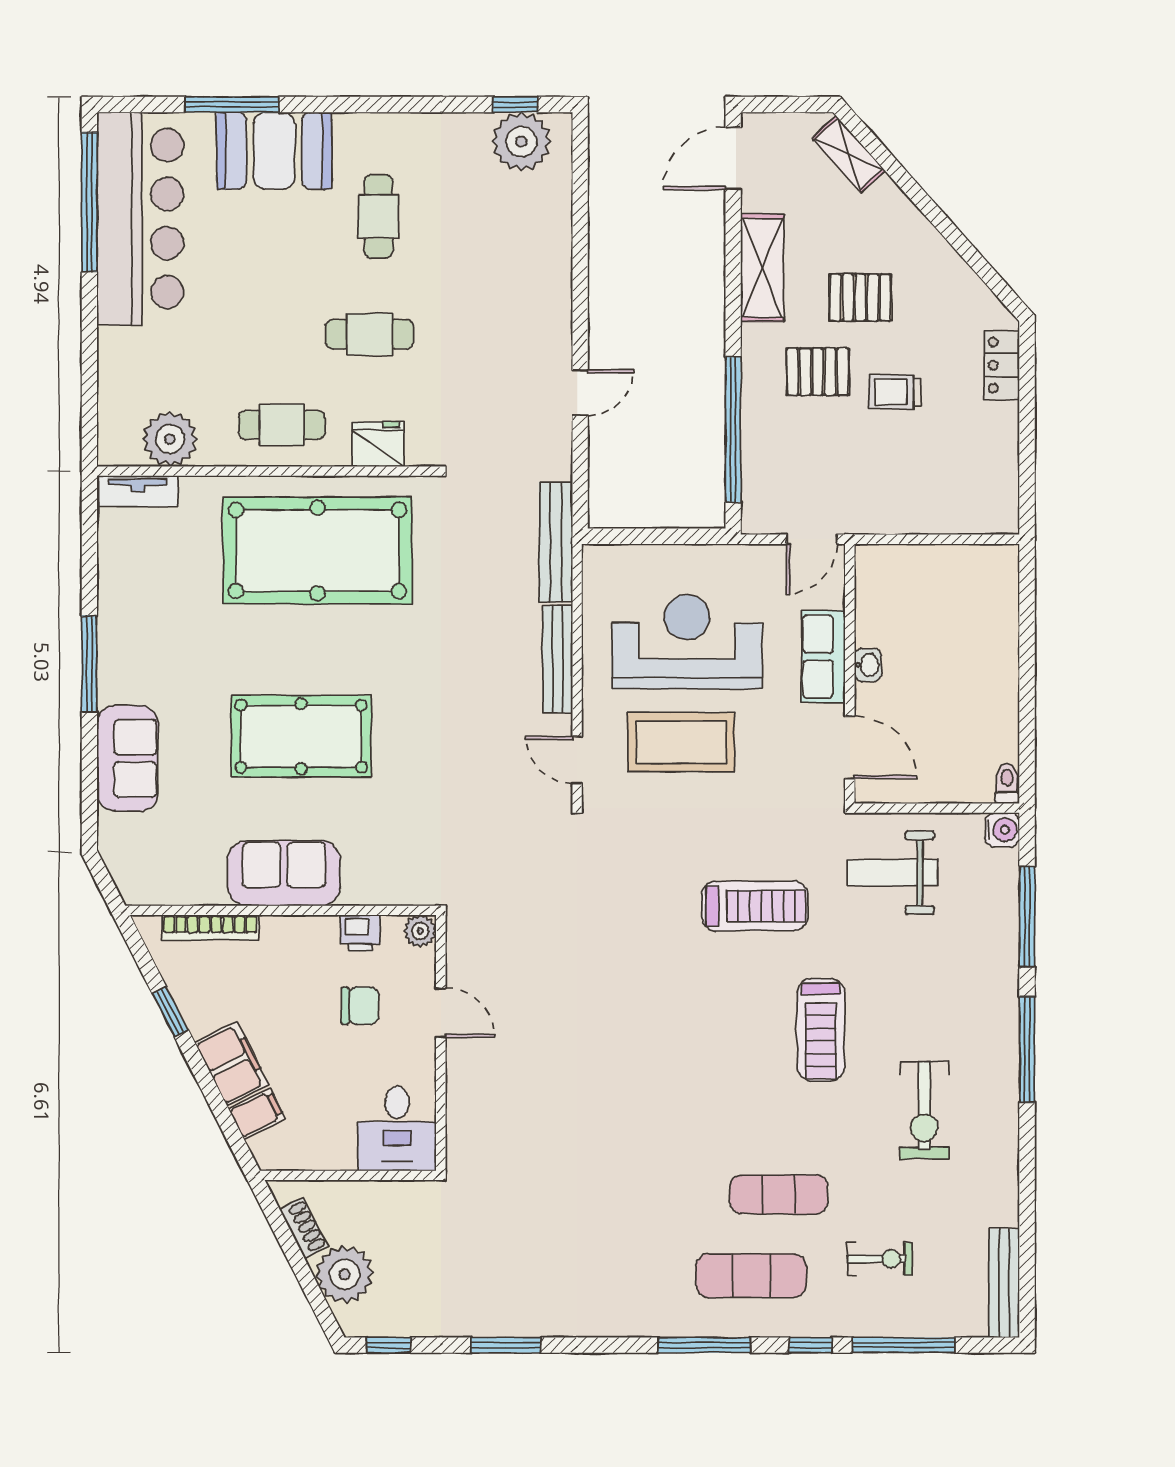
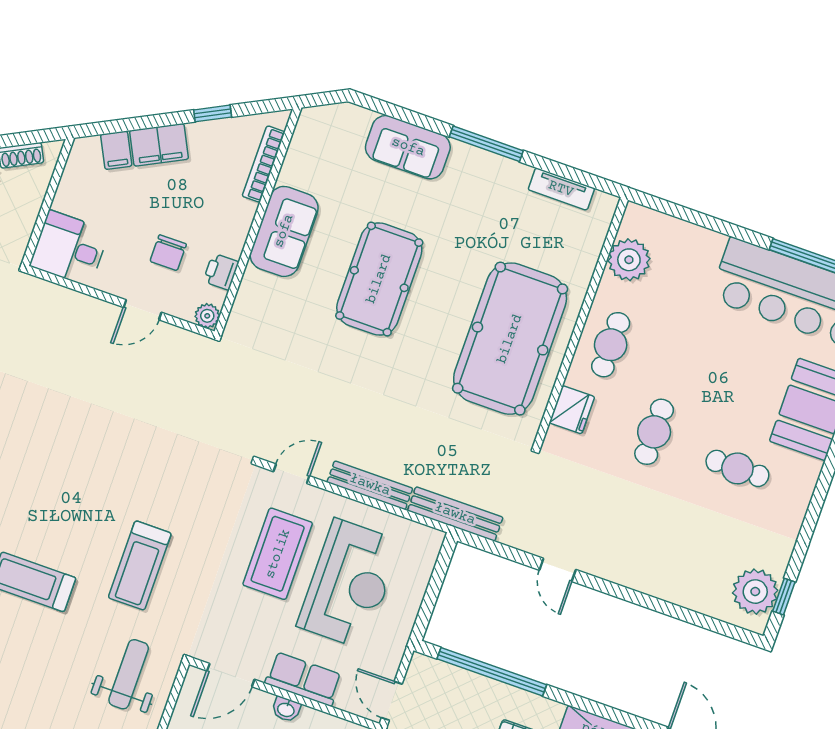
tv unit: (138, 491) -> (561, 189), moved, turned -90

